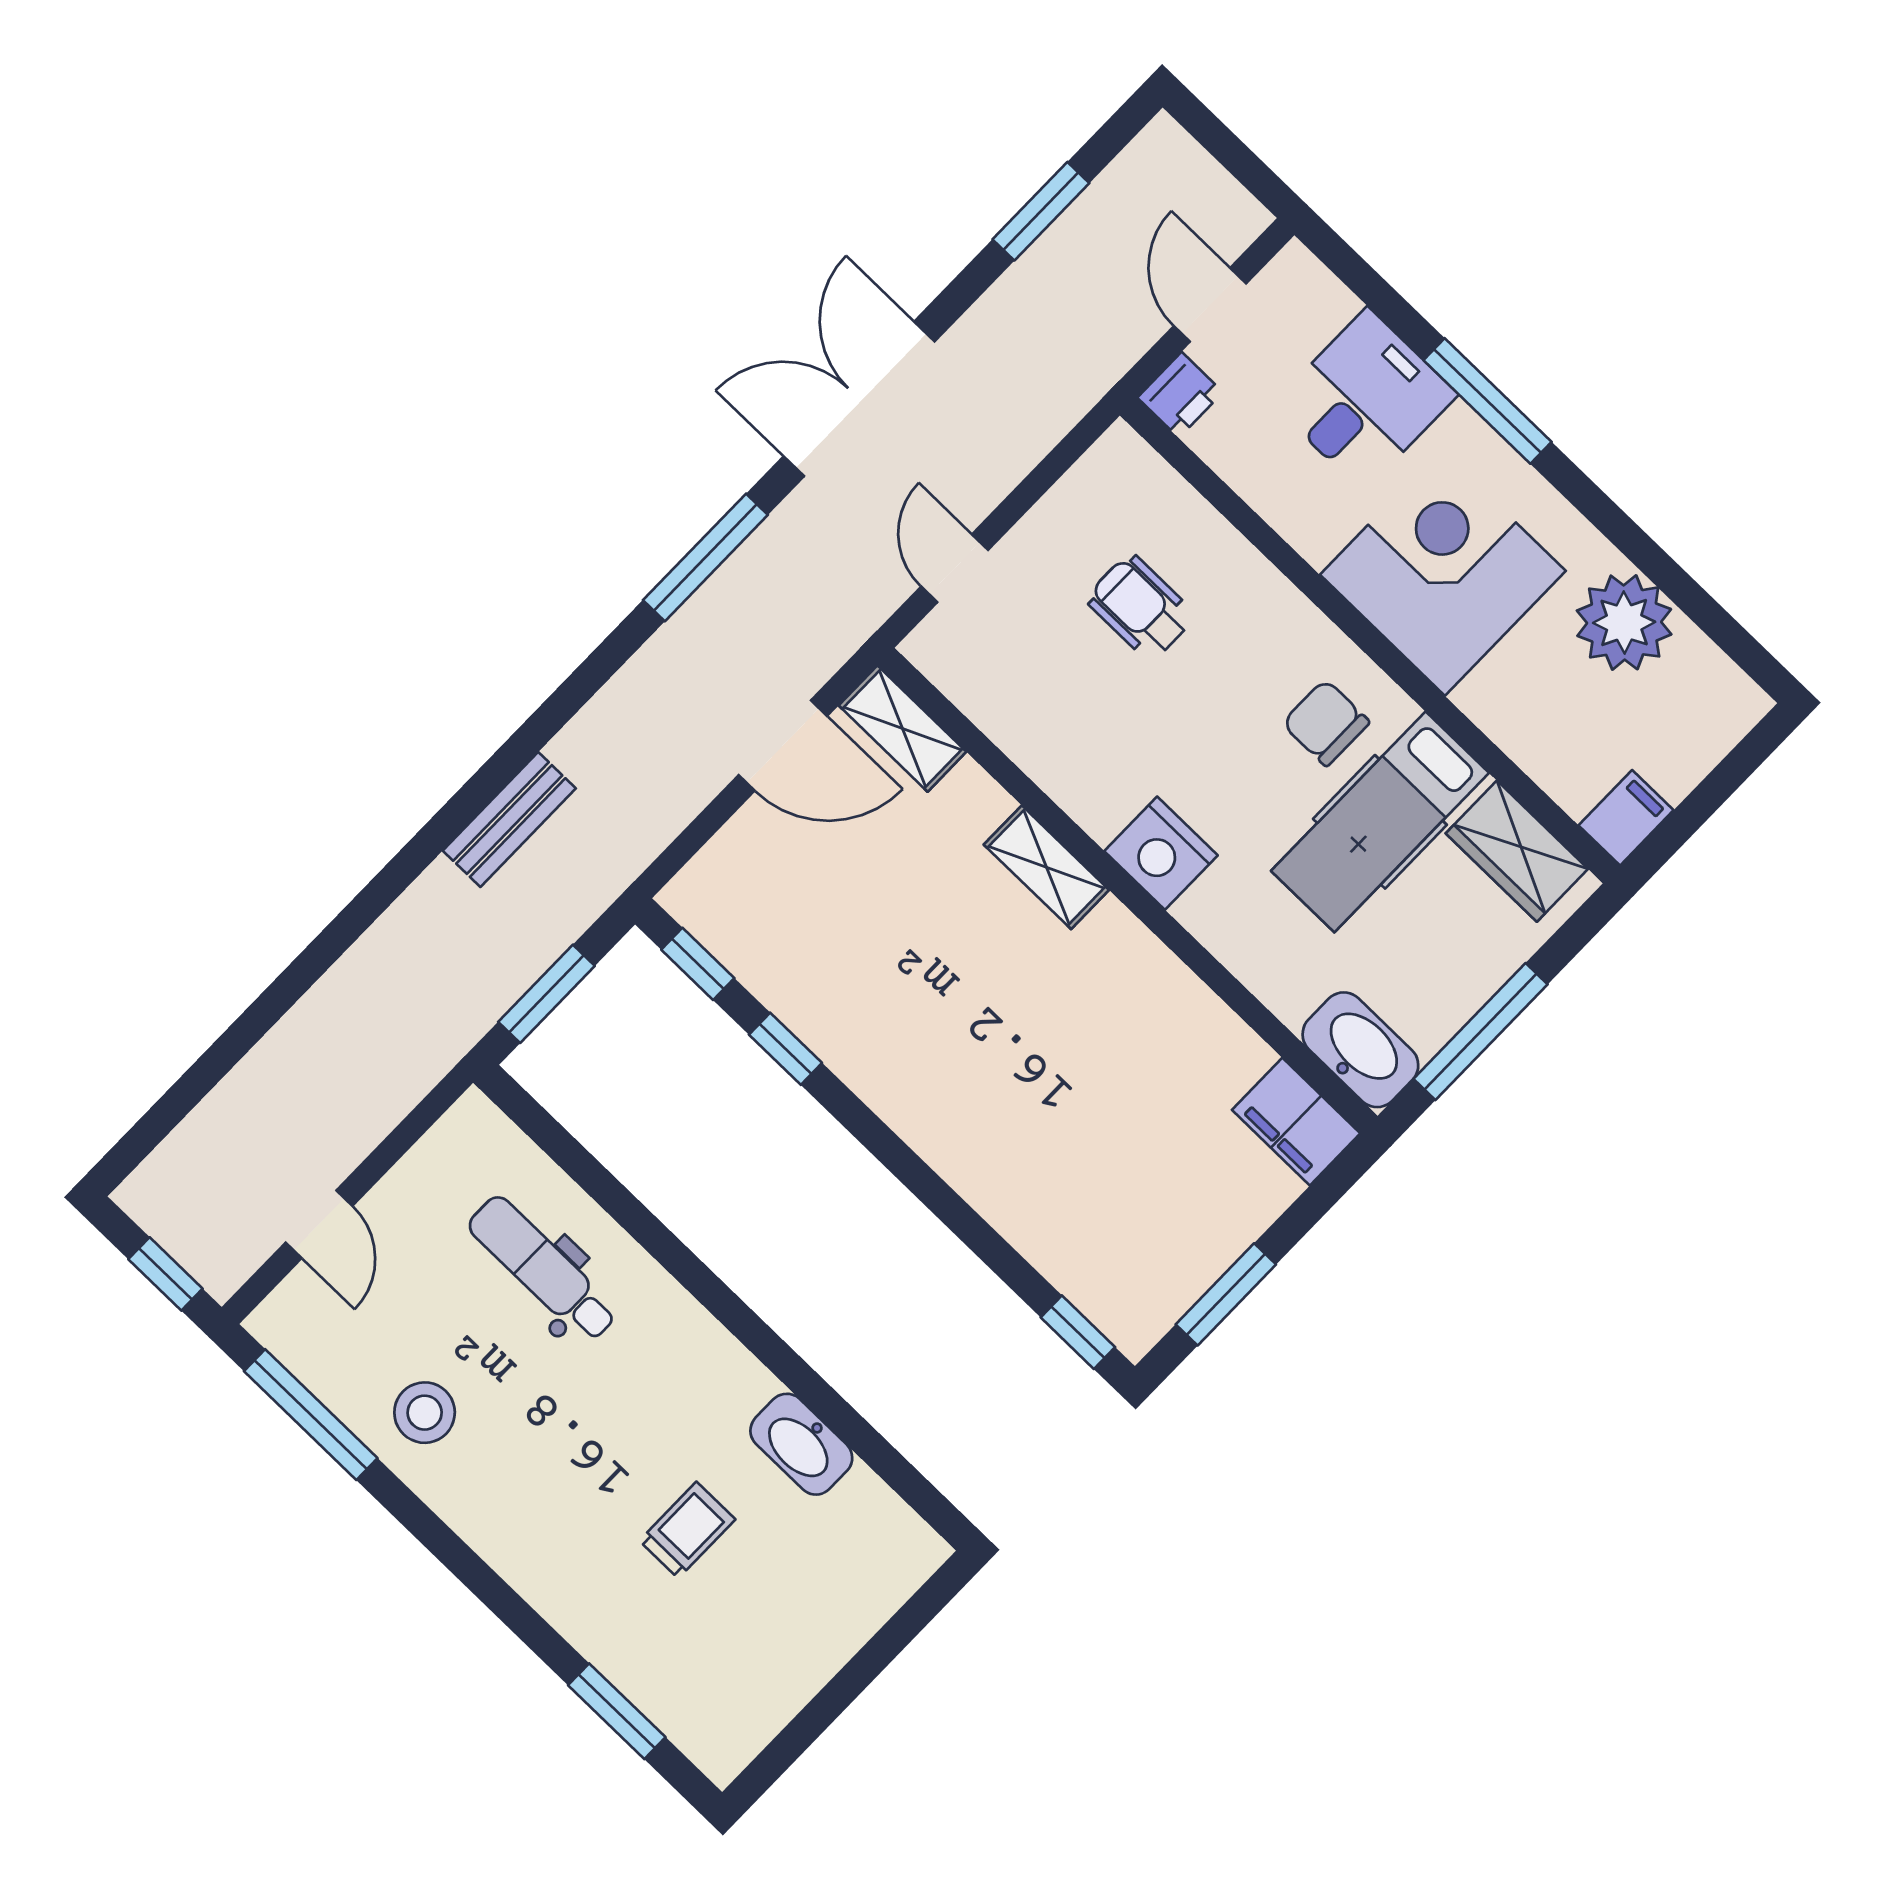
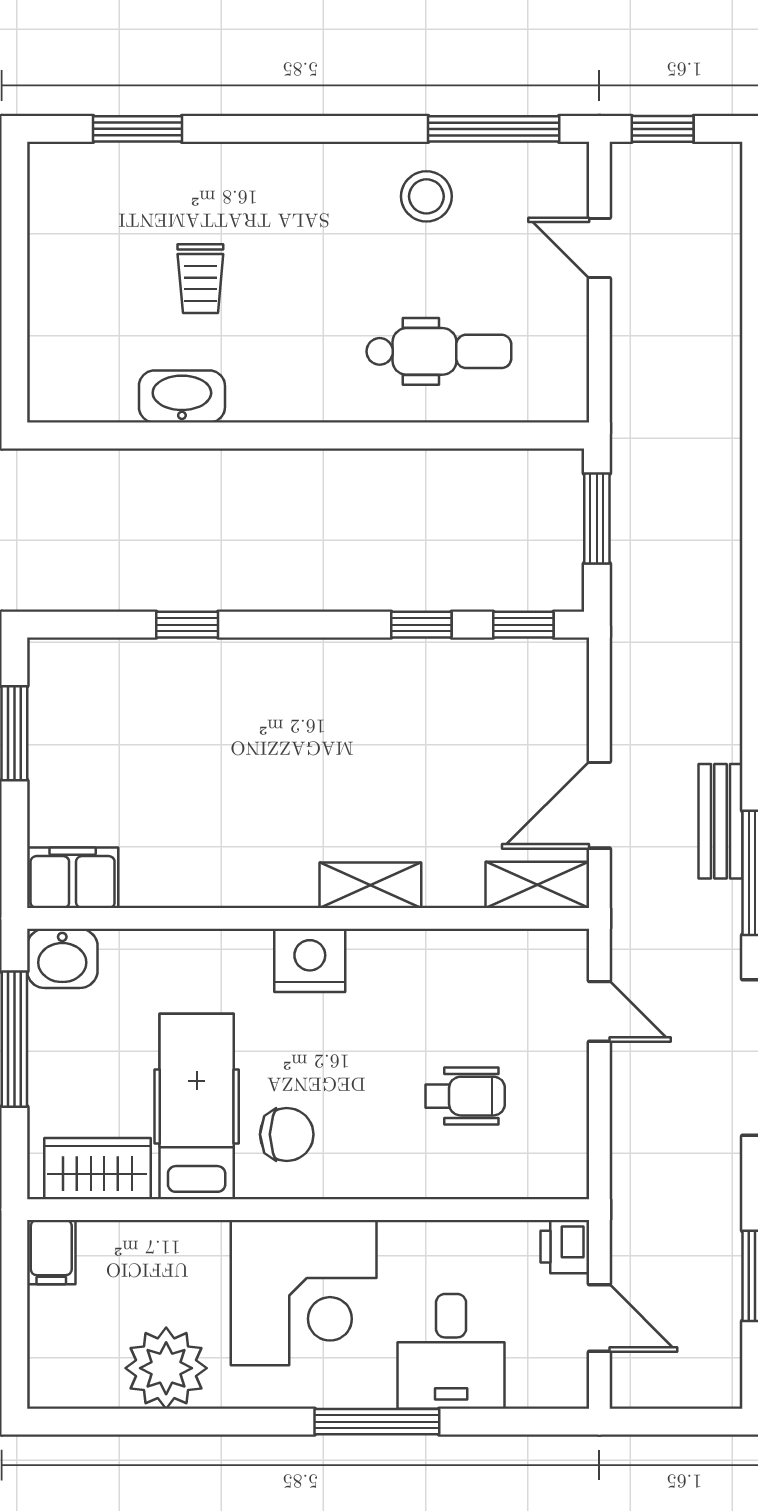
bench: (509, 819) -> (721, 821), moved
washbasin: (1360, 1050) -> (62, 958), width x0.72
window: (1078, 1332) -> (187, 625), moved

